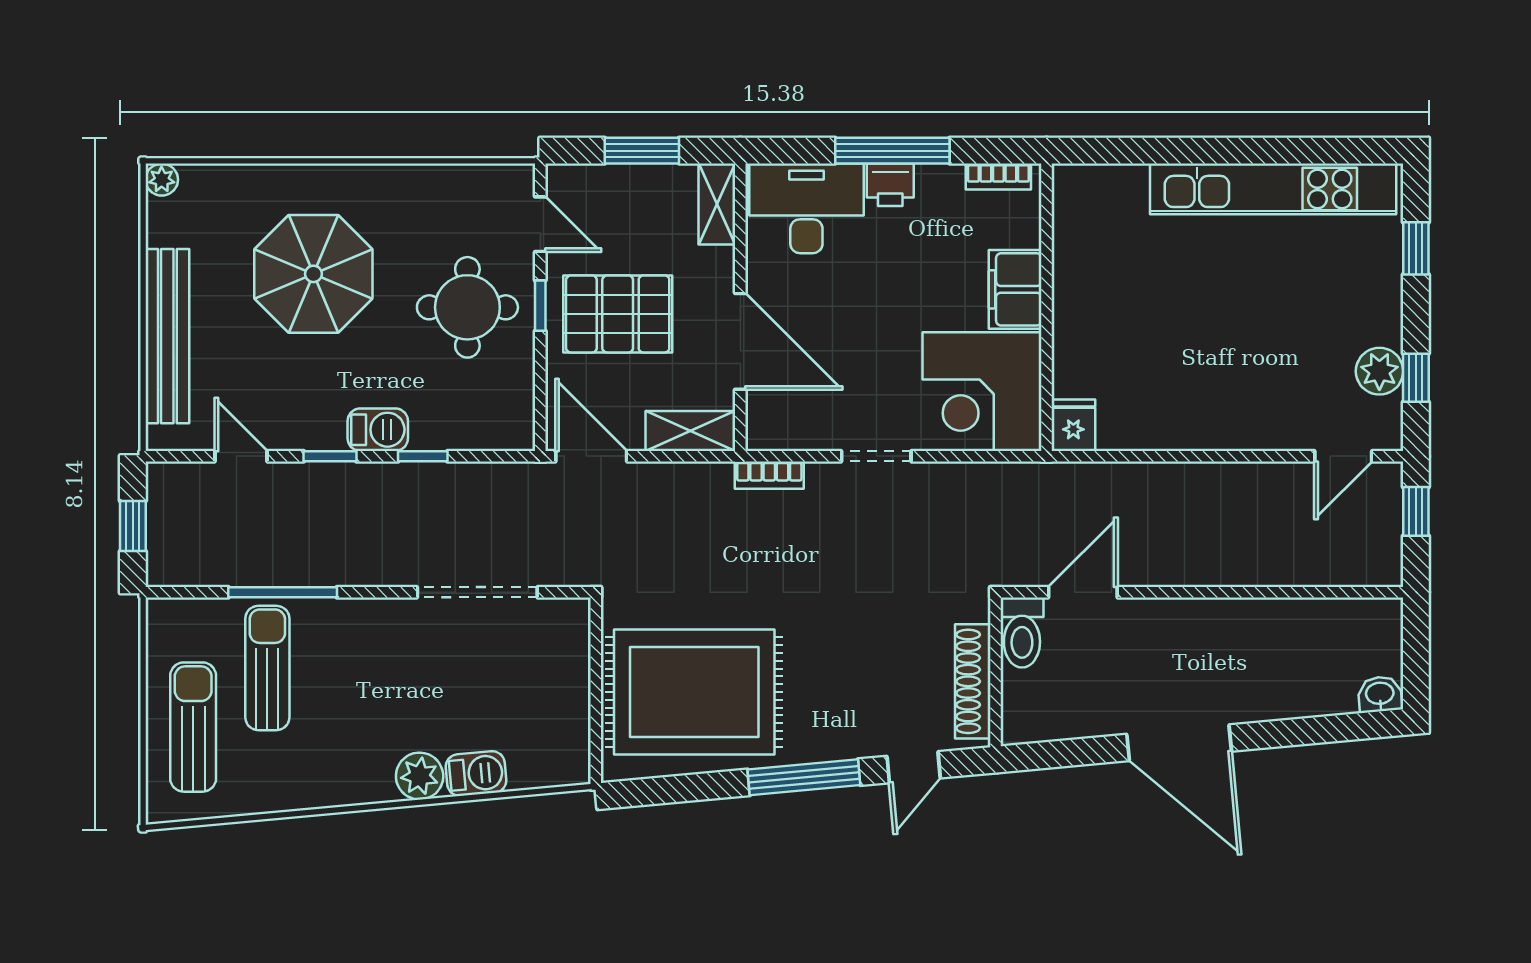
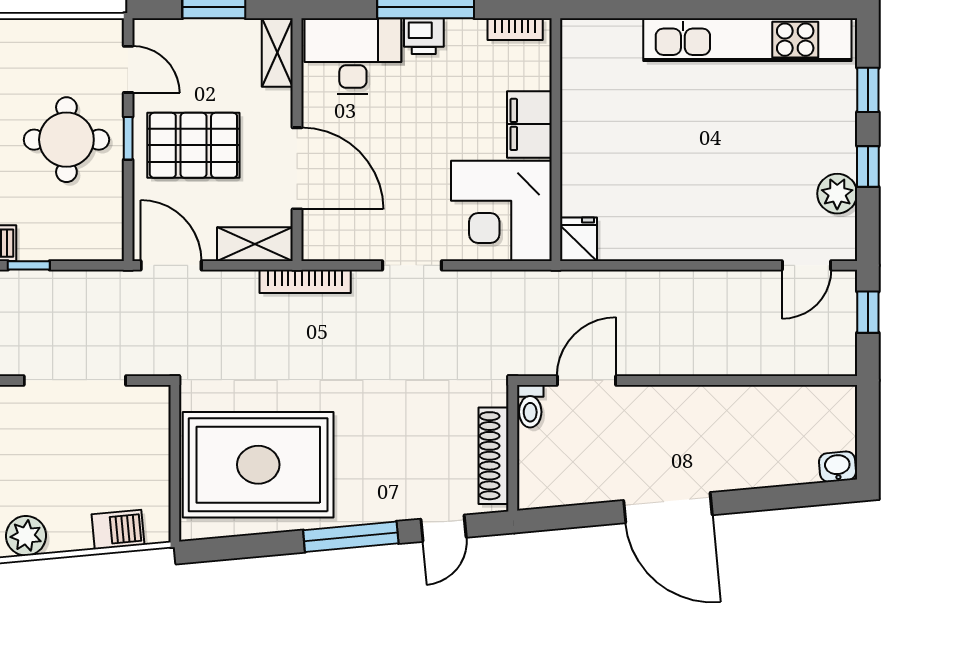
window: (1416, 378) -> (868, 166), moved
bookcase: (769, 475) -> (305, 281), width x1.56
toilet: (1022, 633) -> (530, 406), width x0.73, depth x0.72
barbecue: (476, 774) -> (118, 530), moved

